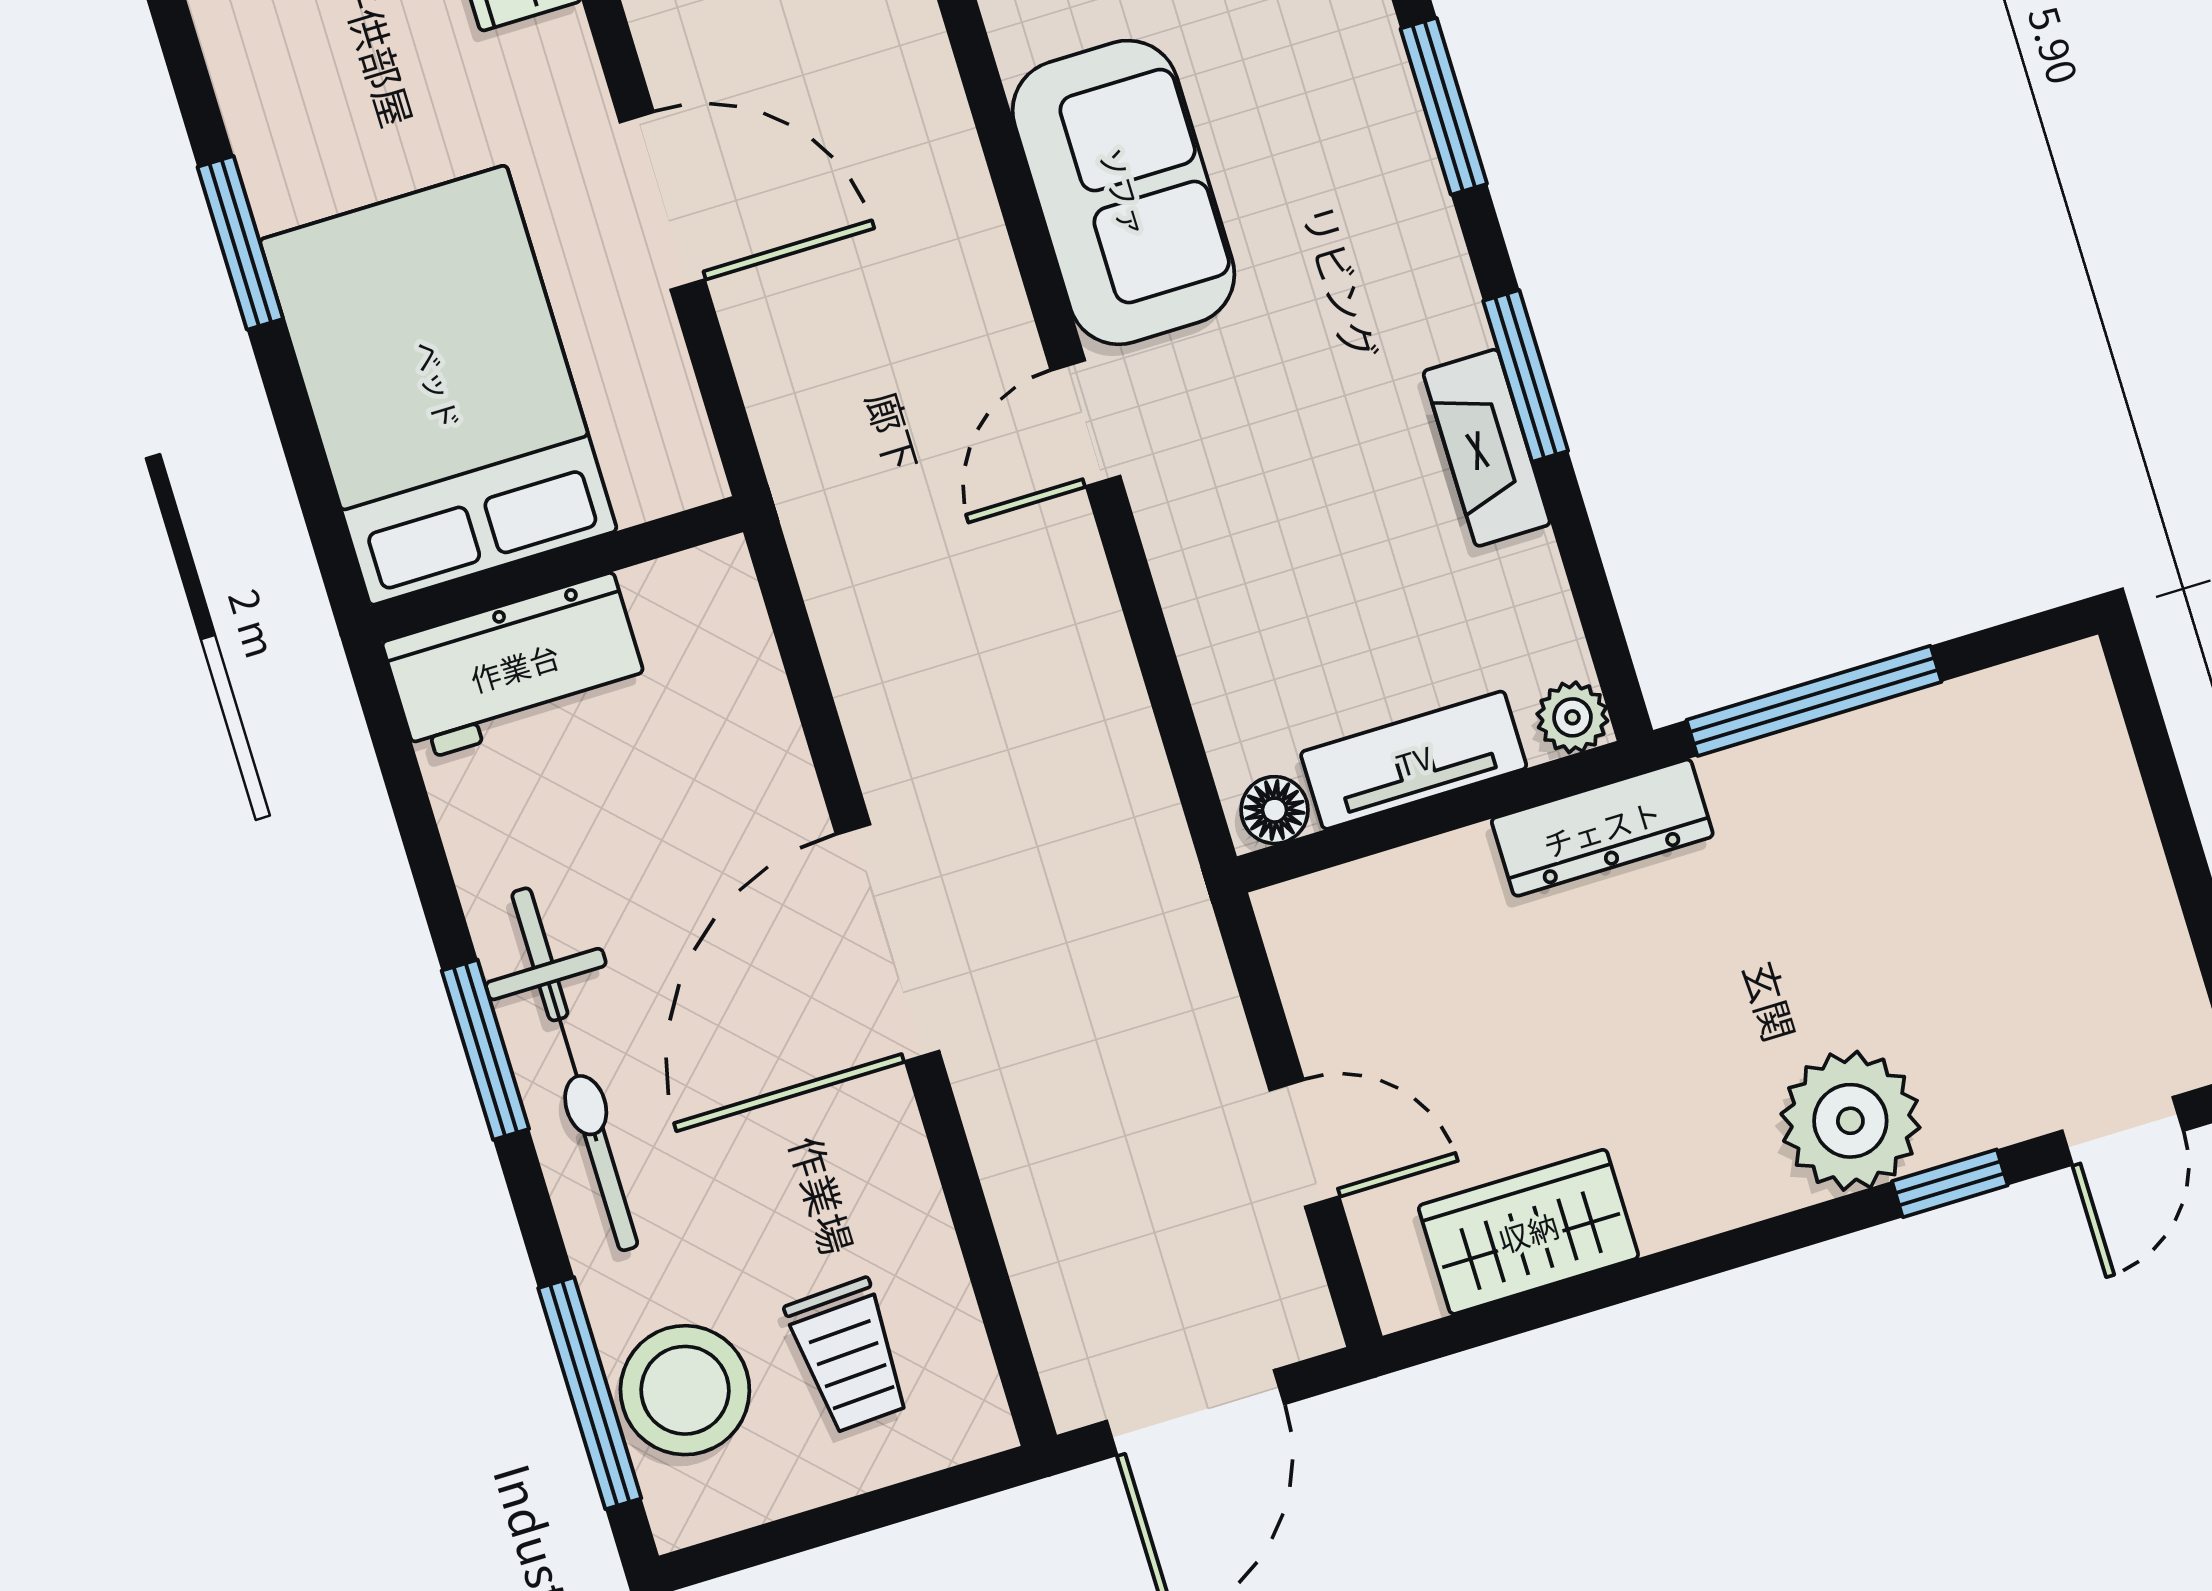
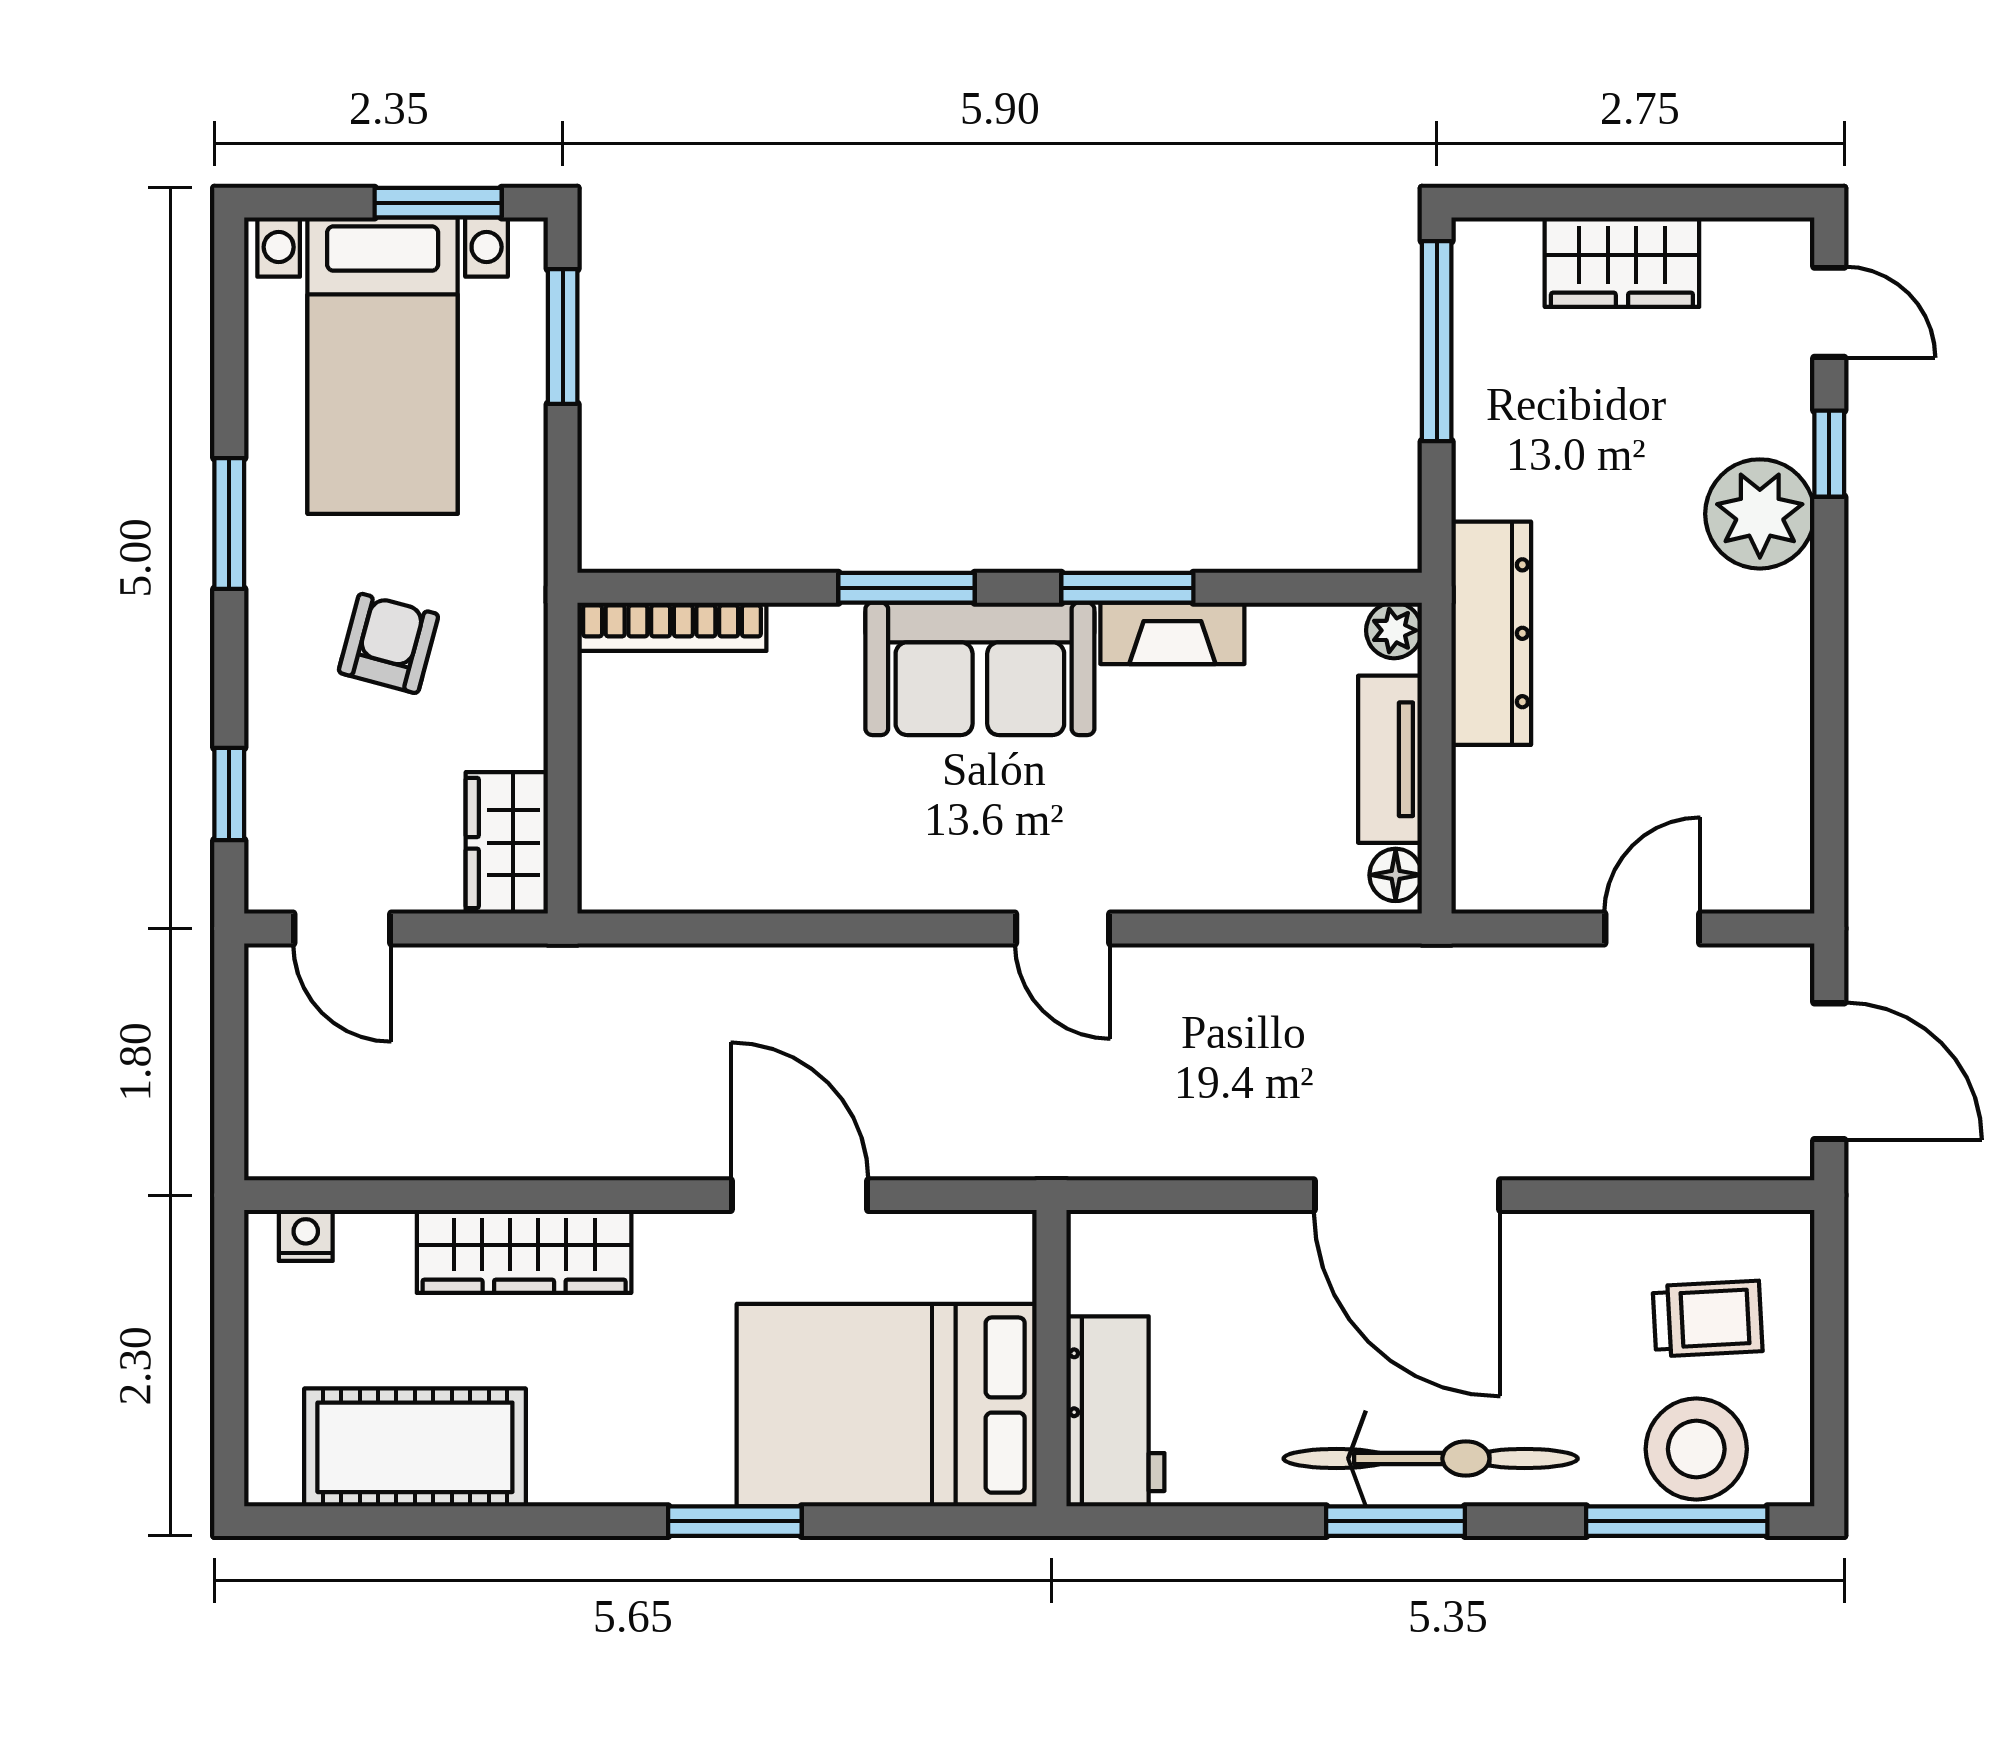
sofa: (1124, 192) -> (980, 669), moved, turned 180
door: (662, 201) -> (799, 1195), hinge flipped
window: (1814, 701) -> (1437, 341), moved
dresser: (1602, 828) -> (1491, 633), width x1.37, depth x1.24
wardrobe: (1528, 1232) -> (1622, 262), moved, turned -90

